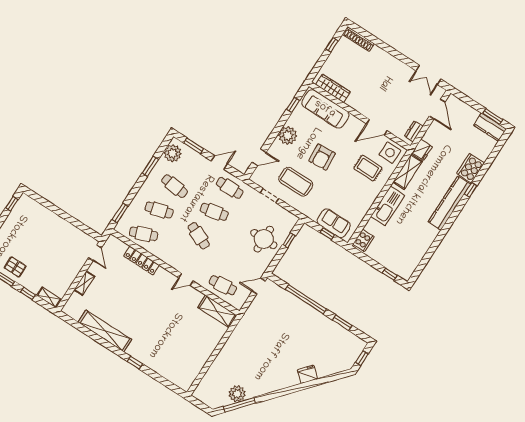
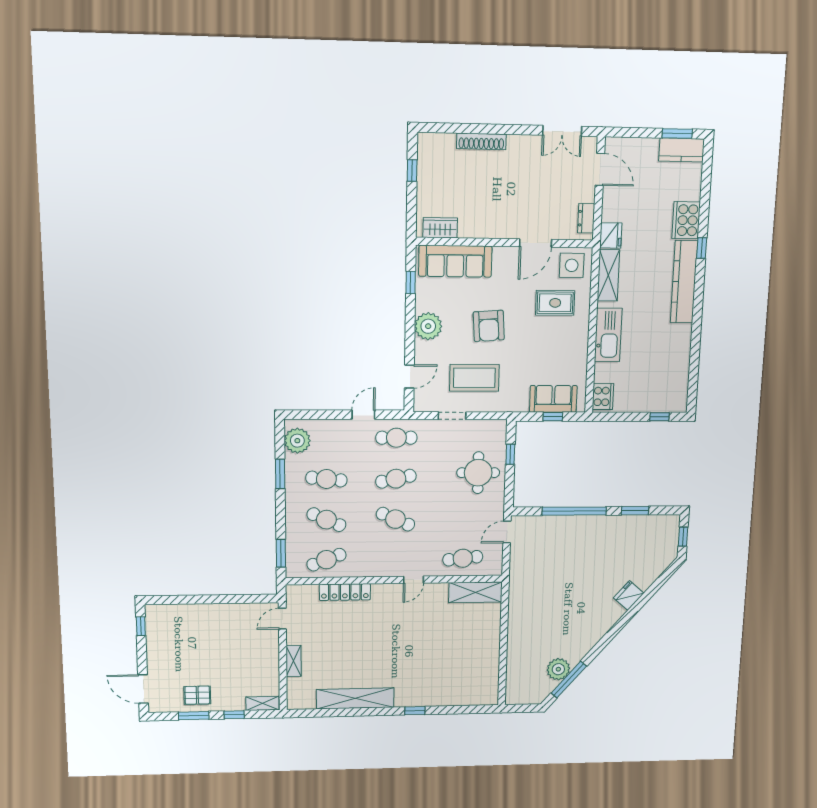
shoe rack: (358, 39) -> (481, 141), moved
wardrobe: (333, 88) -> (440, 228), width x0.67
window: (194, 146) -> (318, 415), removed
cafe table: (159, 210) -> (326, 520), turned 39
door: (95, 253) -> (282, 619), swing flipped

